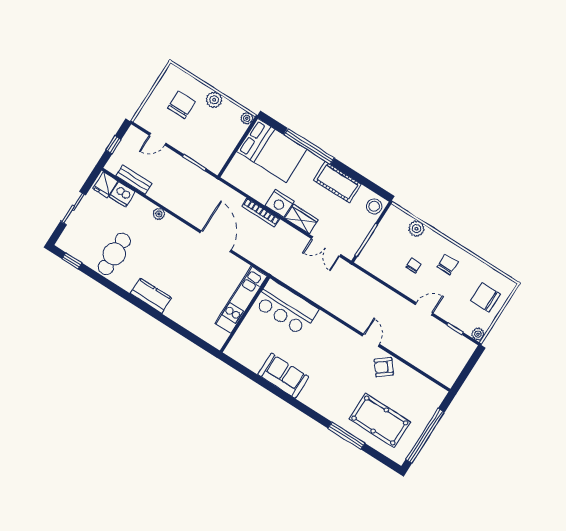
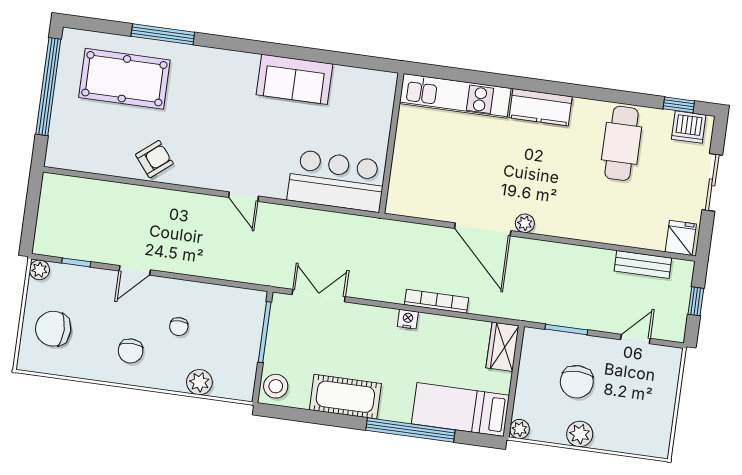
chair: (182, 105) -> (577, 382), moved
bed: (272, 150) -> (460, 410), width x0.67
dishwasher: (122, 194) -> (689, 127), moved, turned 180
nightstand: (280, 203) -> (408, 319), width x0.53, depth x0.56
plant: (159, 214) -> (525, 223), moved
wardrobe: (301, 219) -> (502, 347), moved, turned 90
chair: (486, 297) -> (53, 329), turned 180
kitchen unit: (241, 300) -> (455, 96), moved, turned 90
door: (371, 340) -> (243, 197), moved

